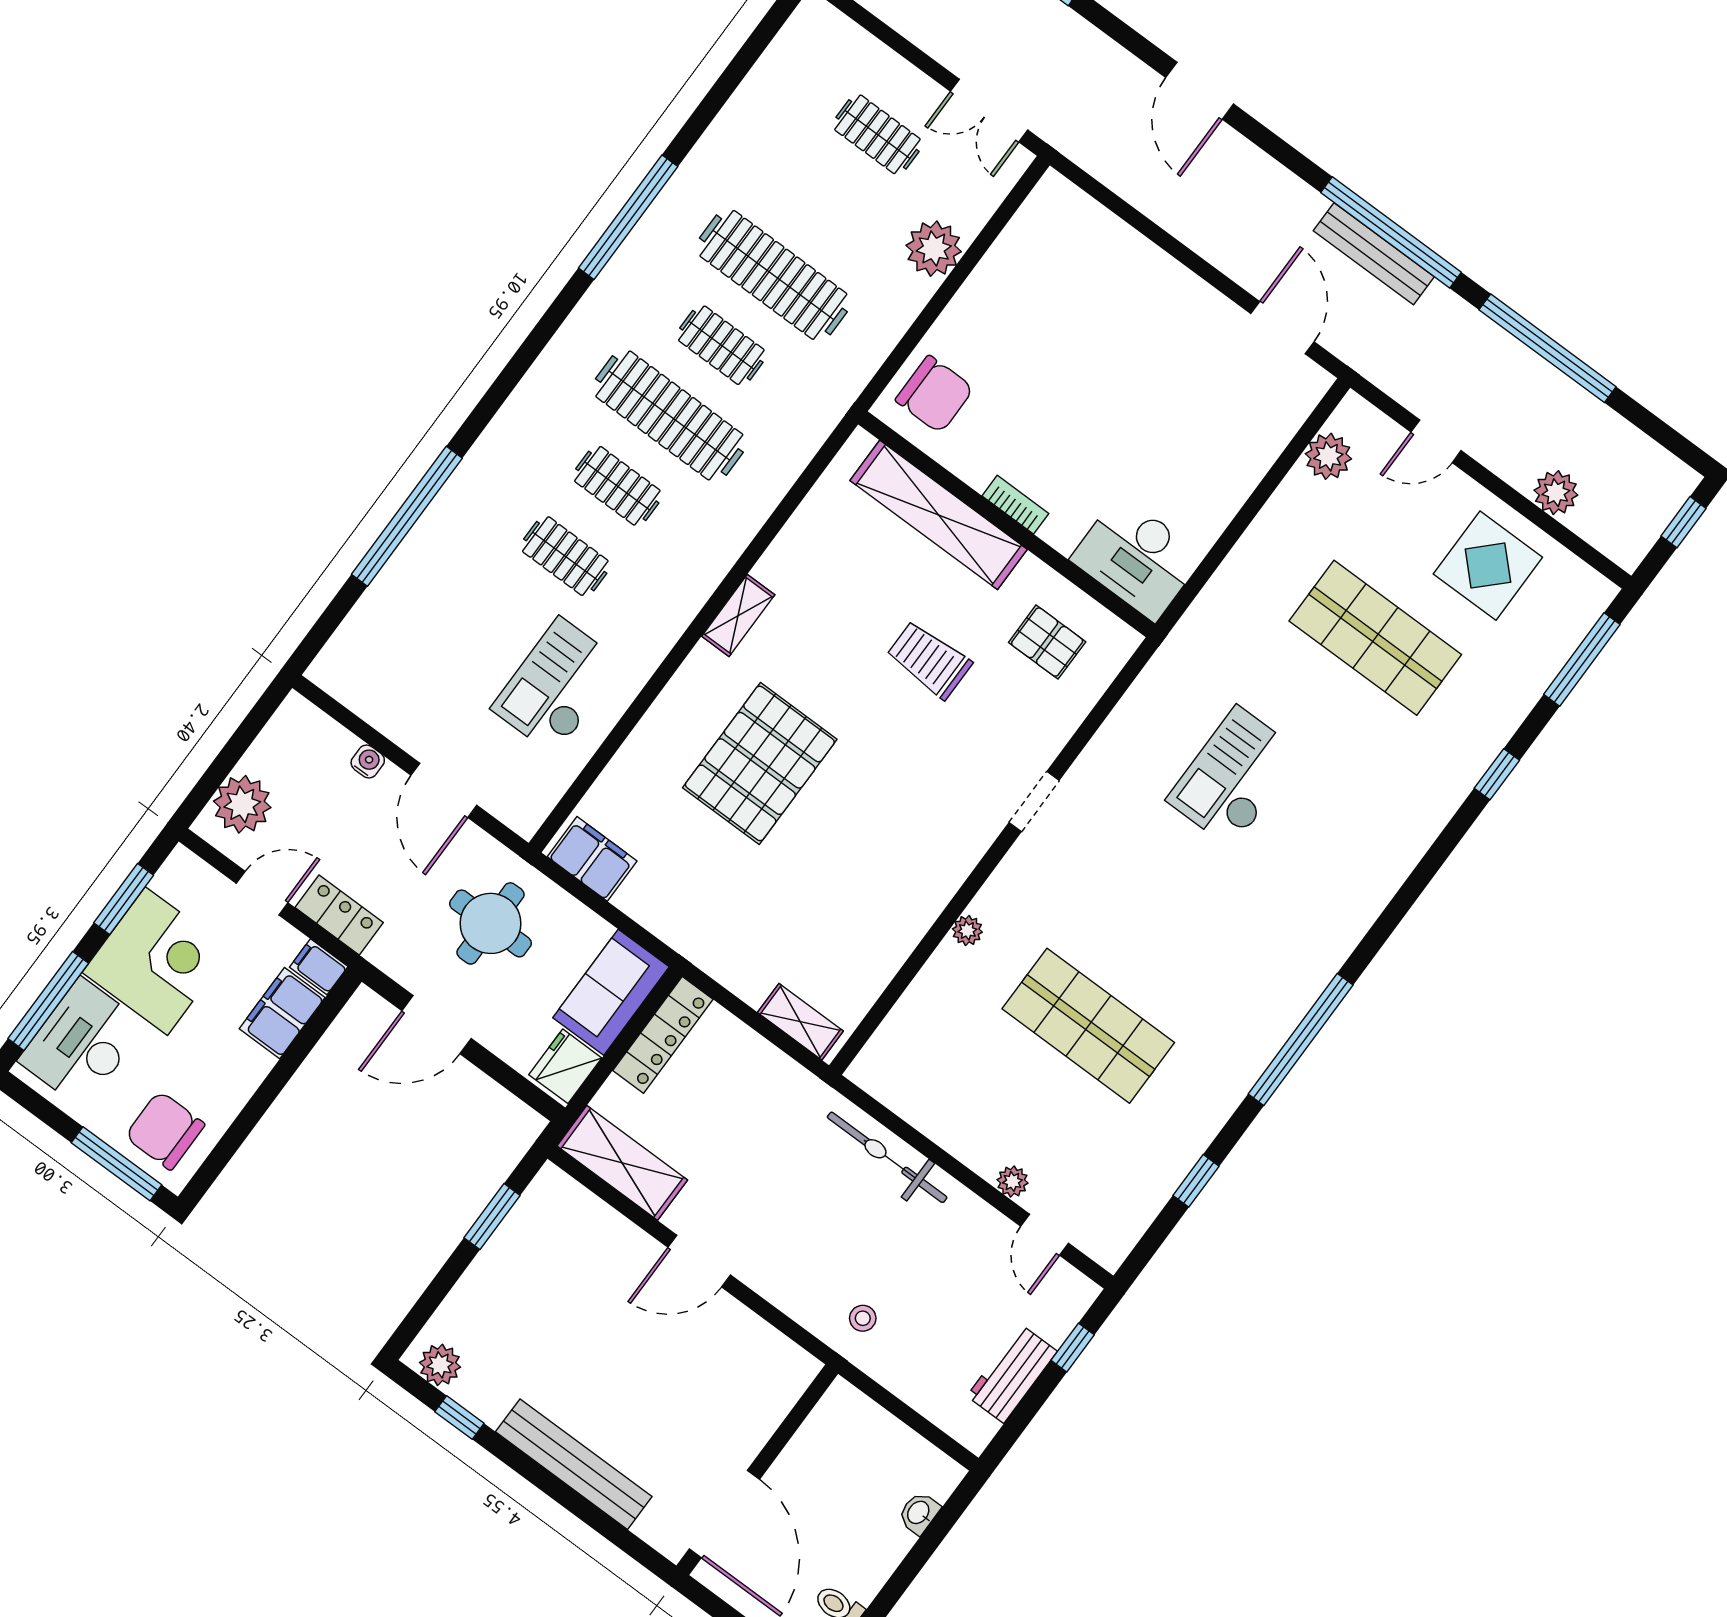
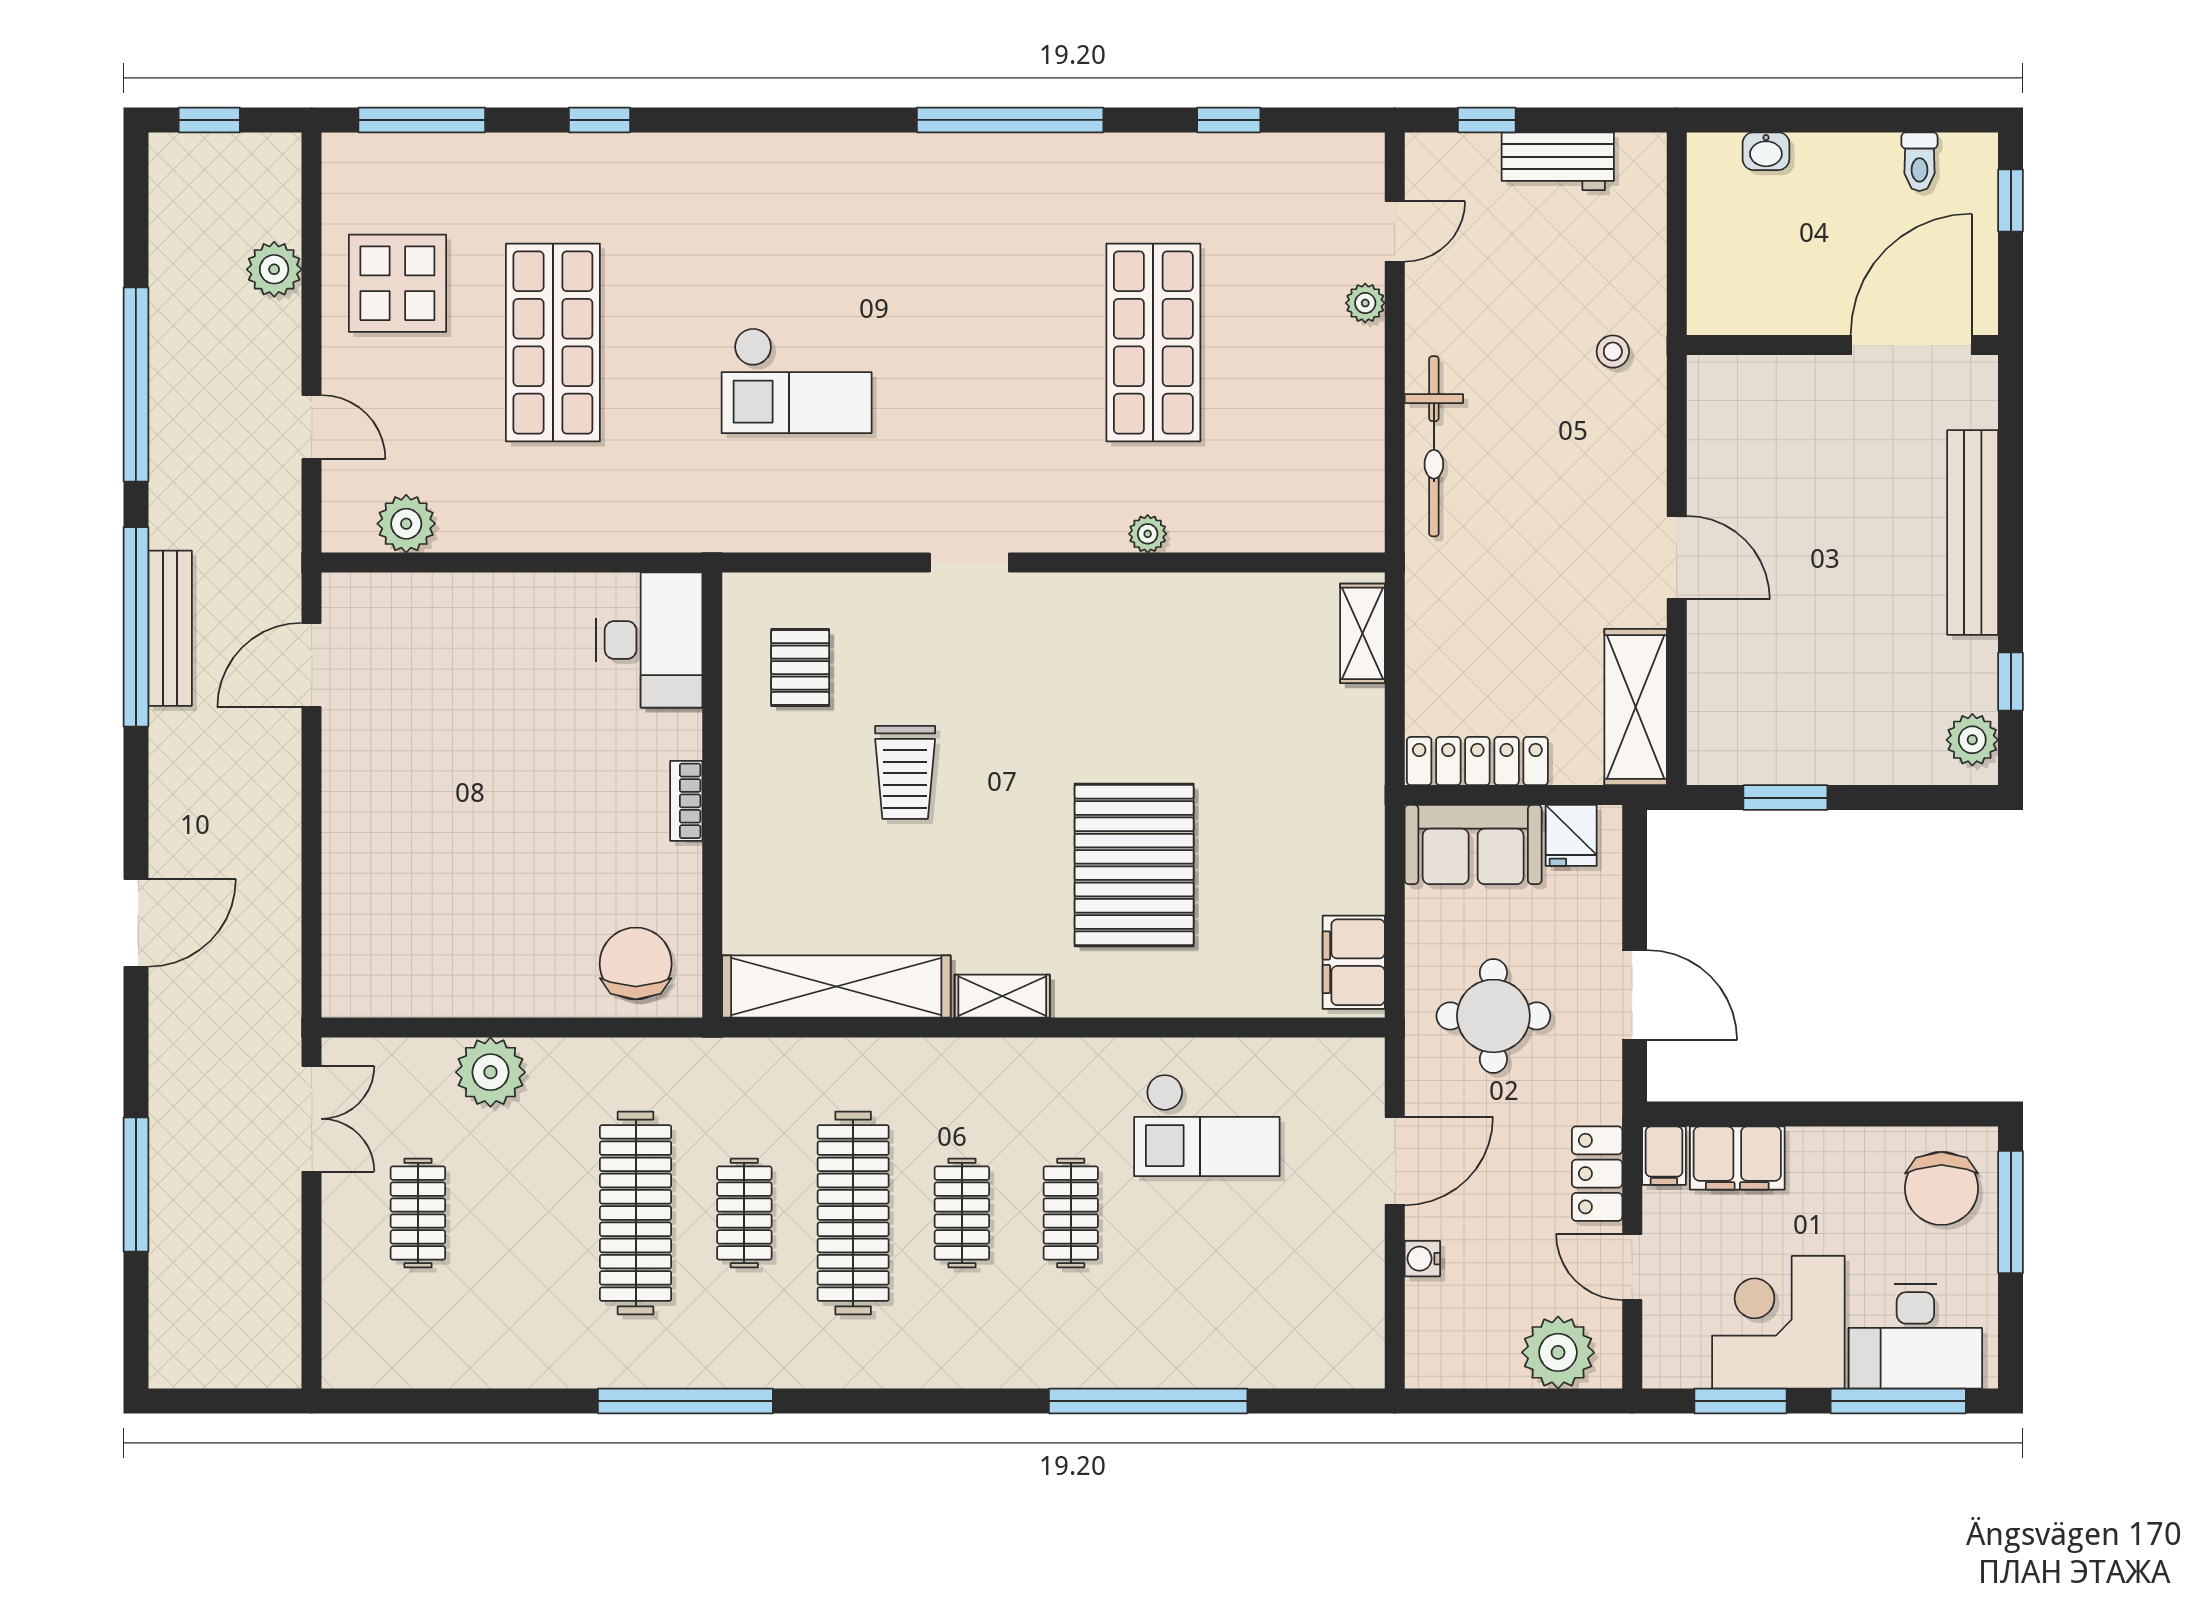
shelving: (939, 515) -> (836, 986), moved, turned 90
pallet: (760, 763) -> (1134, 865), turned 90
fridge: (565, 1066) -> (1571, 835), width x0.72

